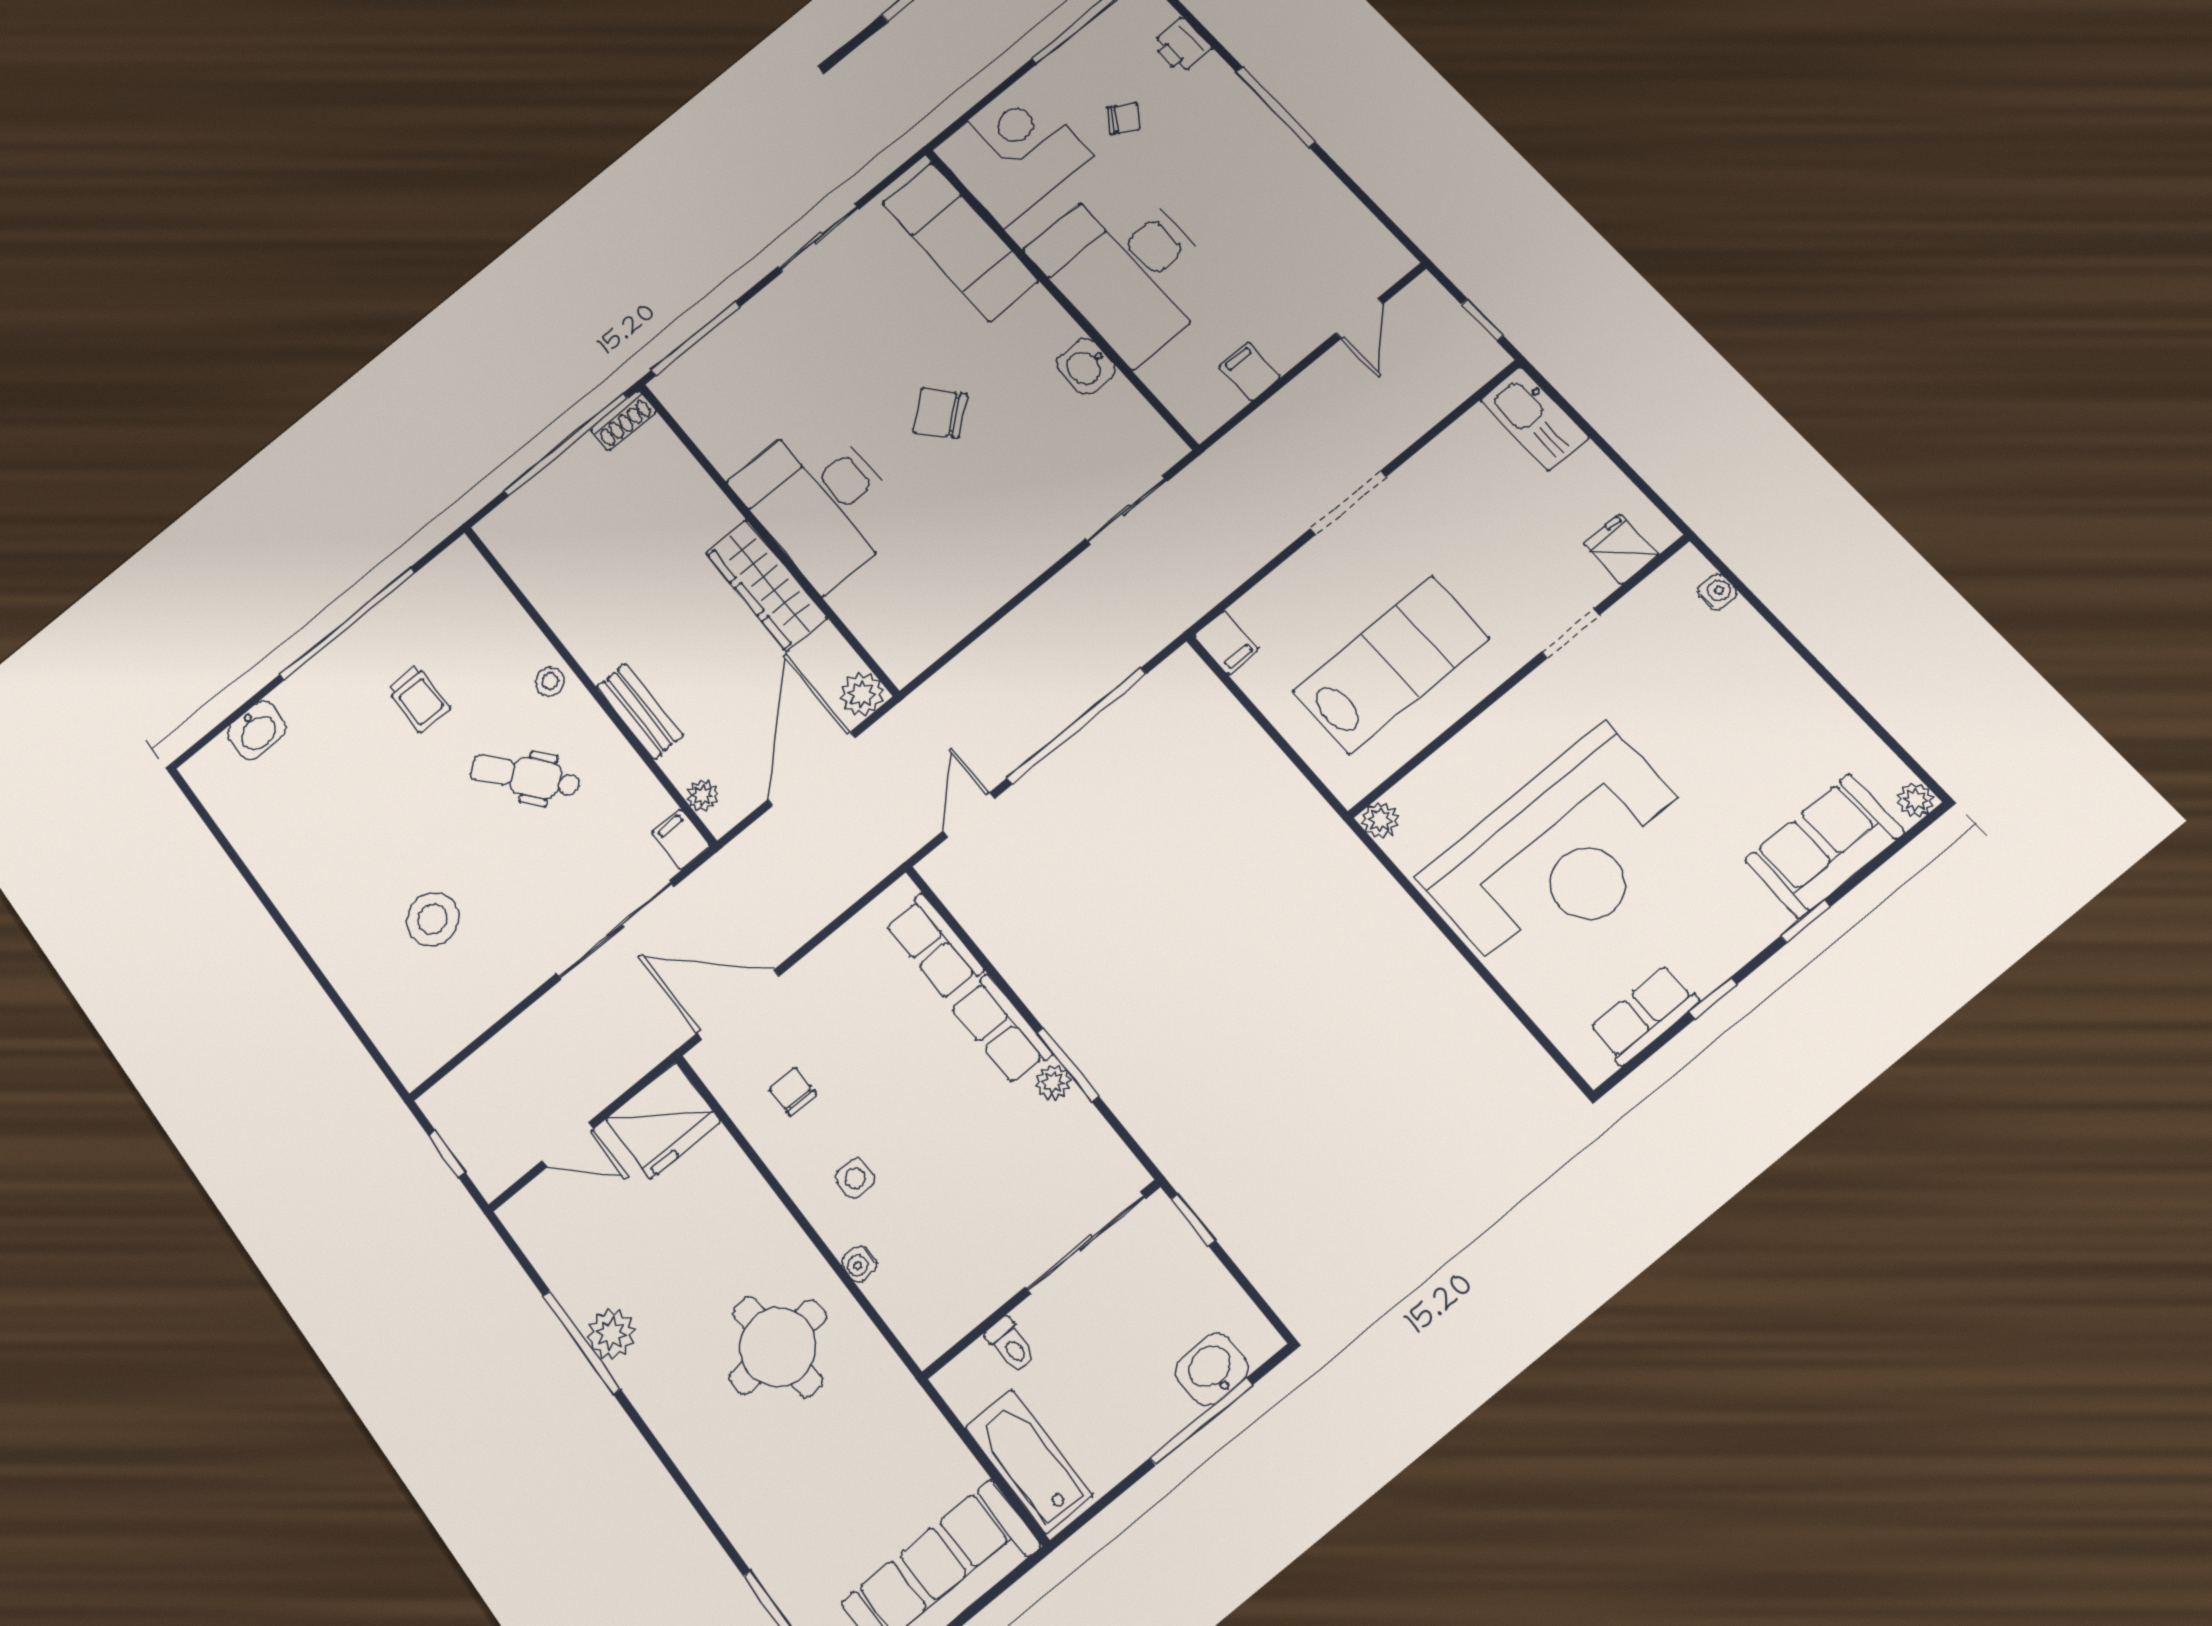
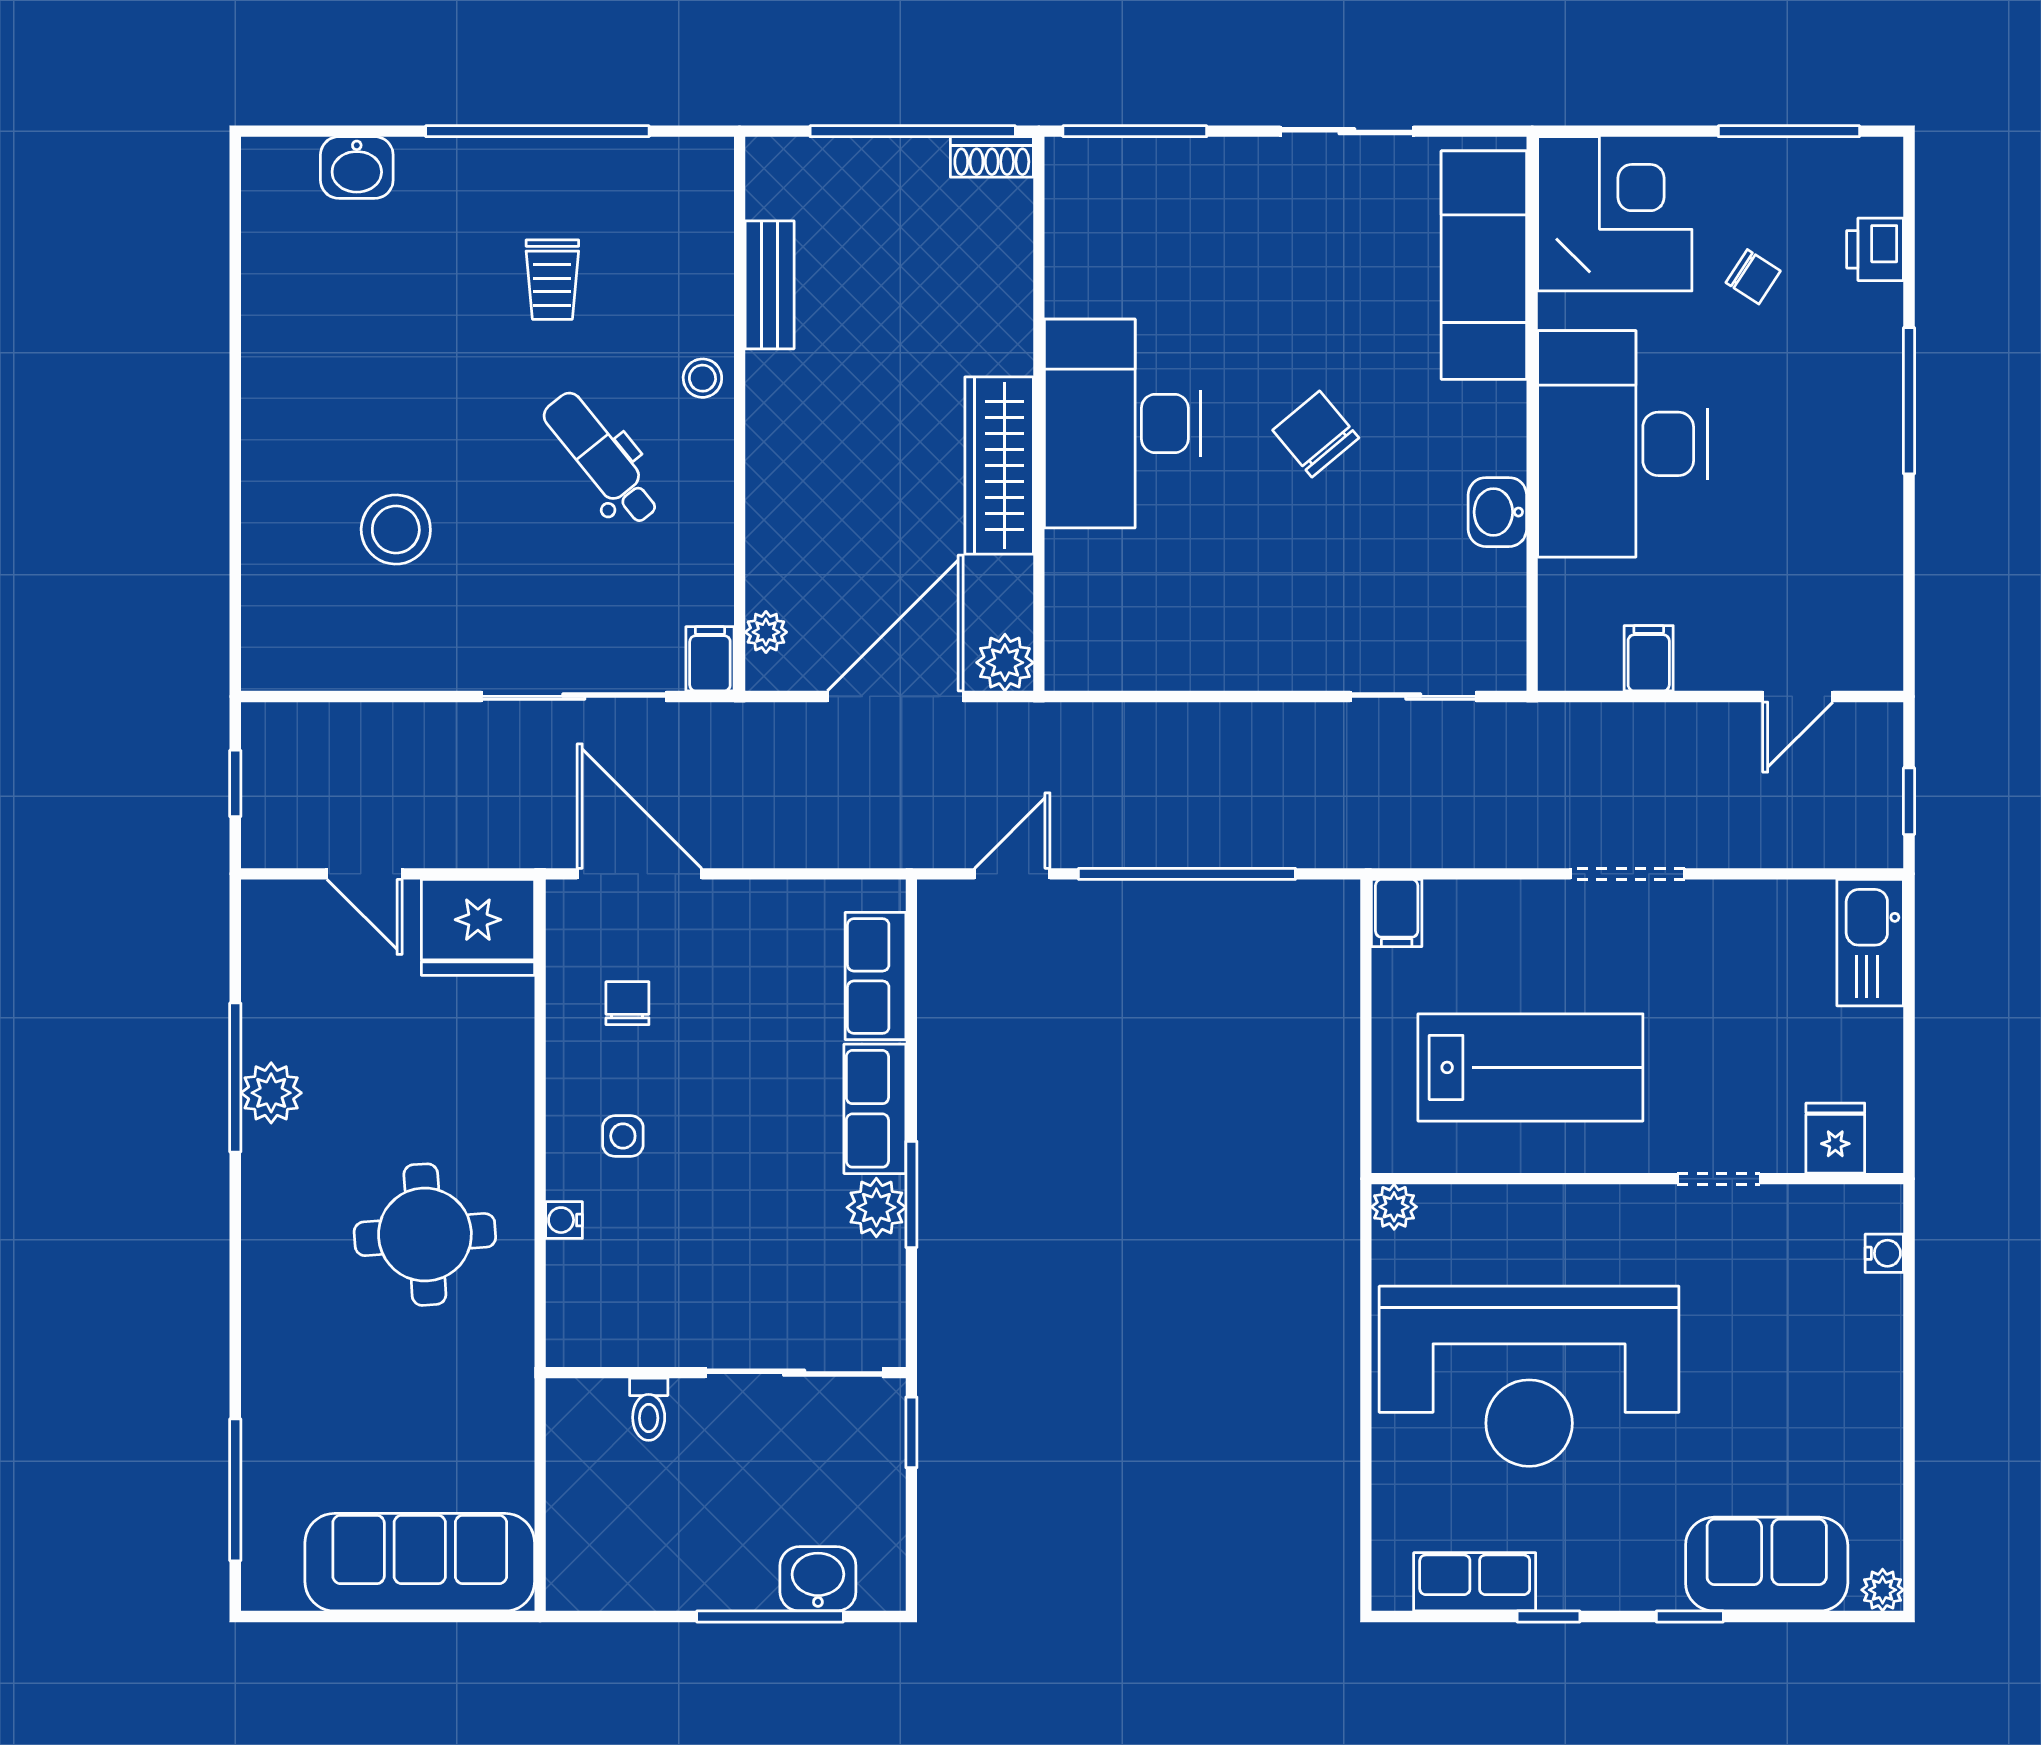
bench: (640, 711) -> (770, 285), moved
plant: (1053, 1082) -> (876, 1207), width x1.38, depth x1.38
bathtub: (1029, 1461) -> (582, 1527), removed

